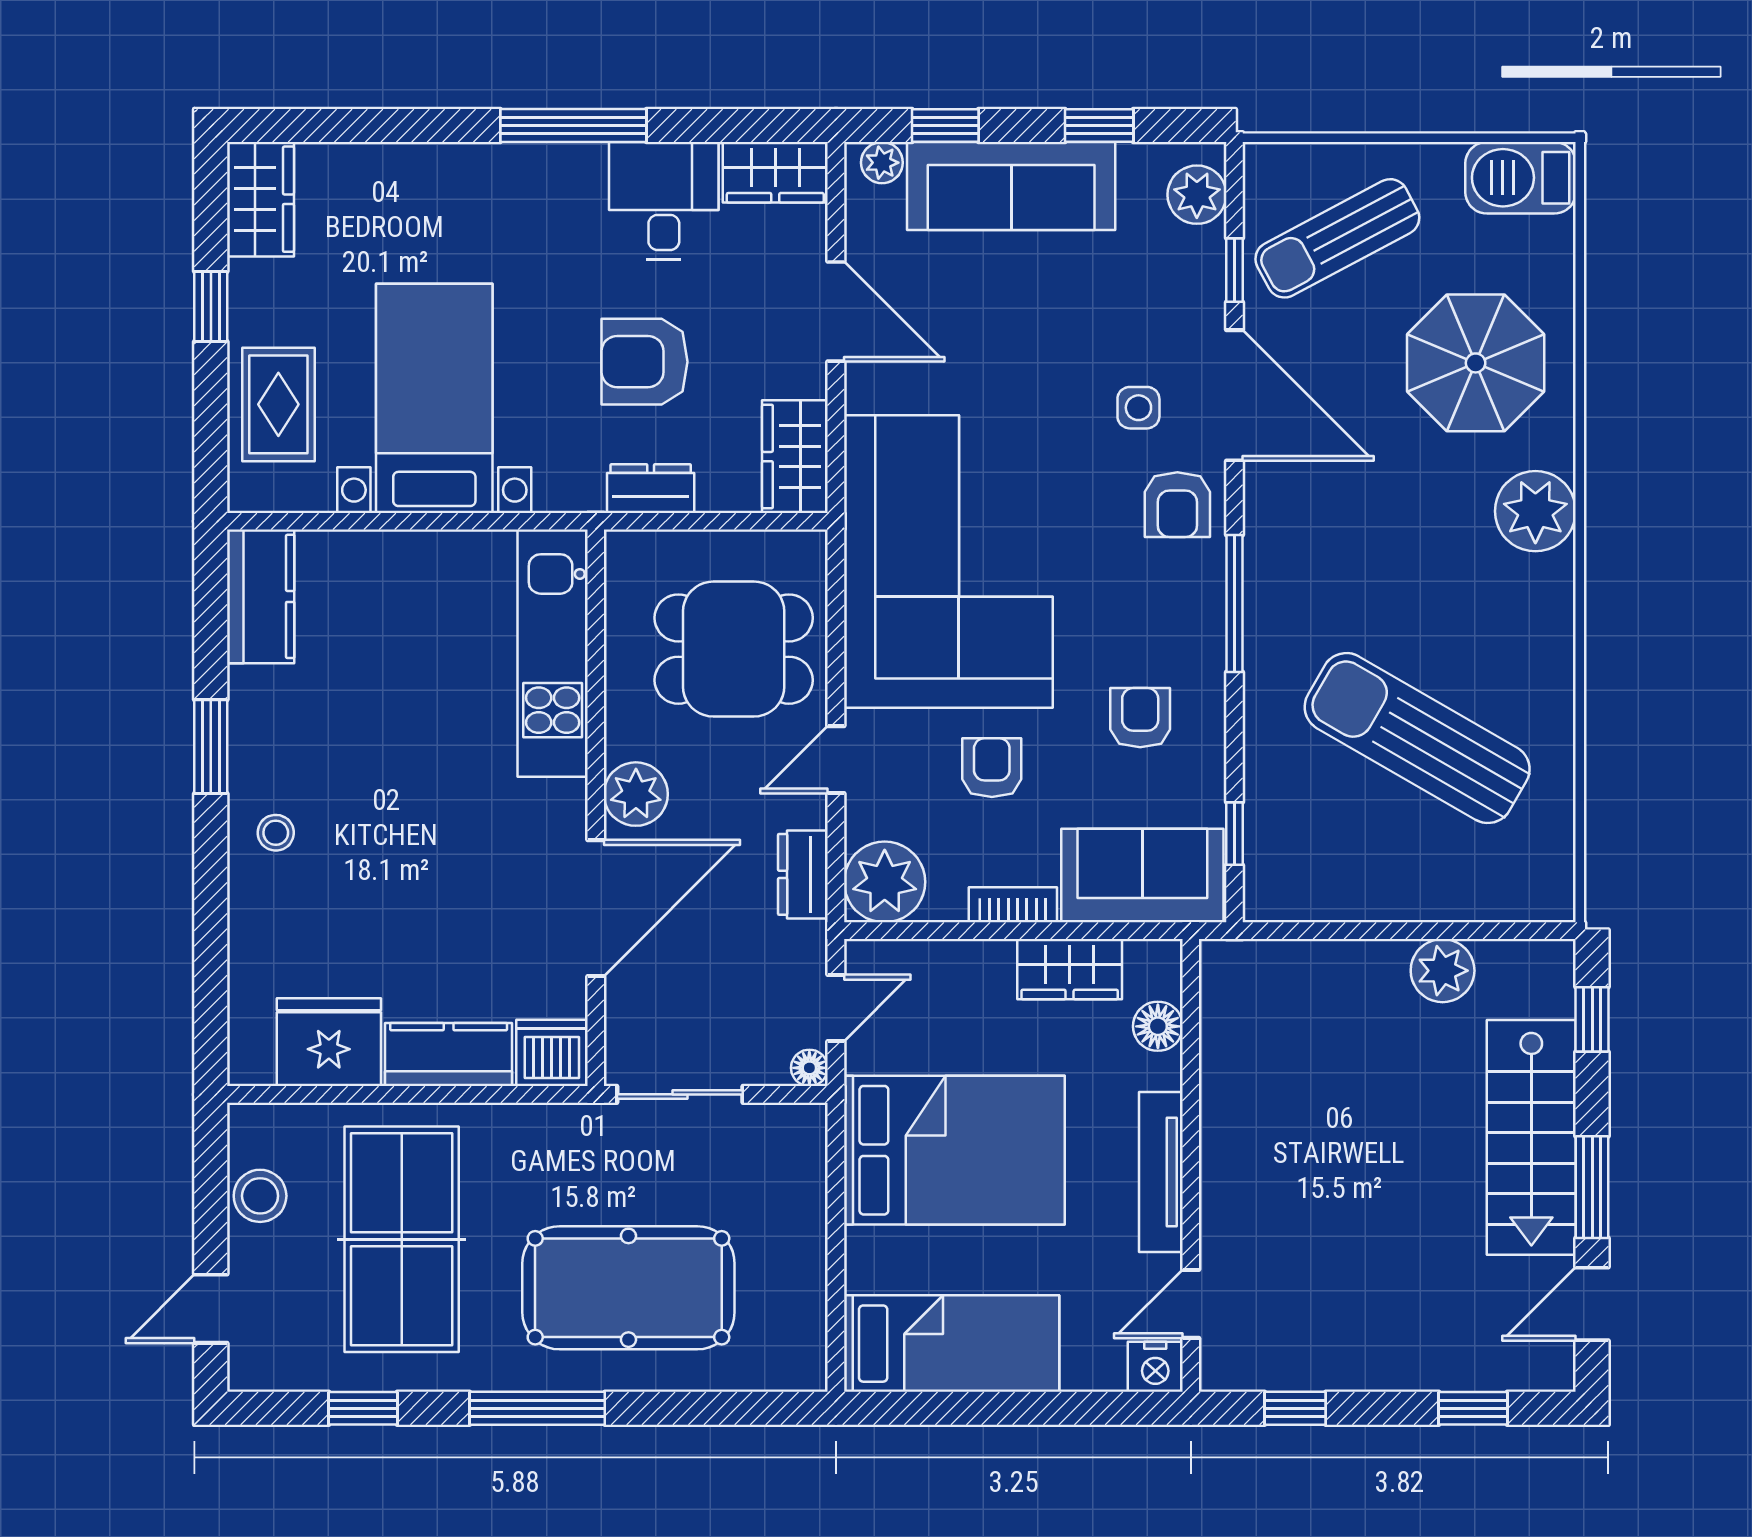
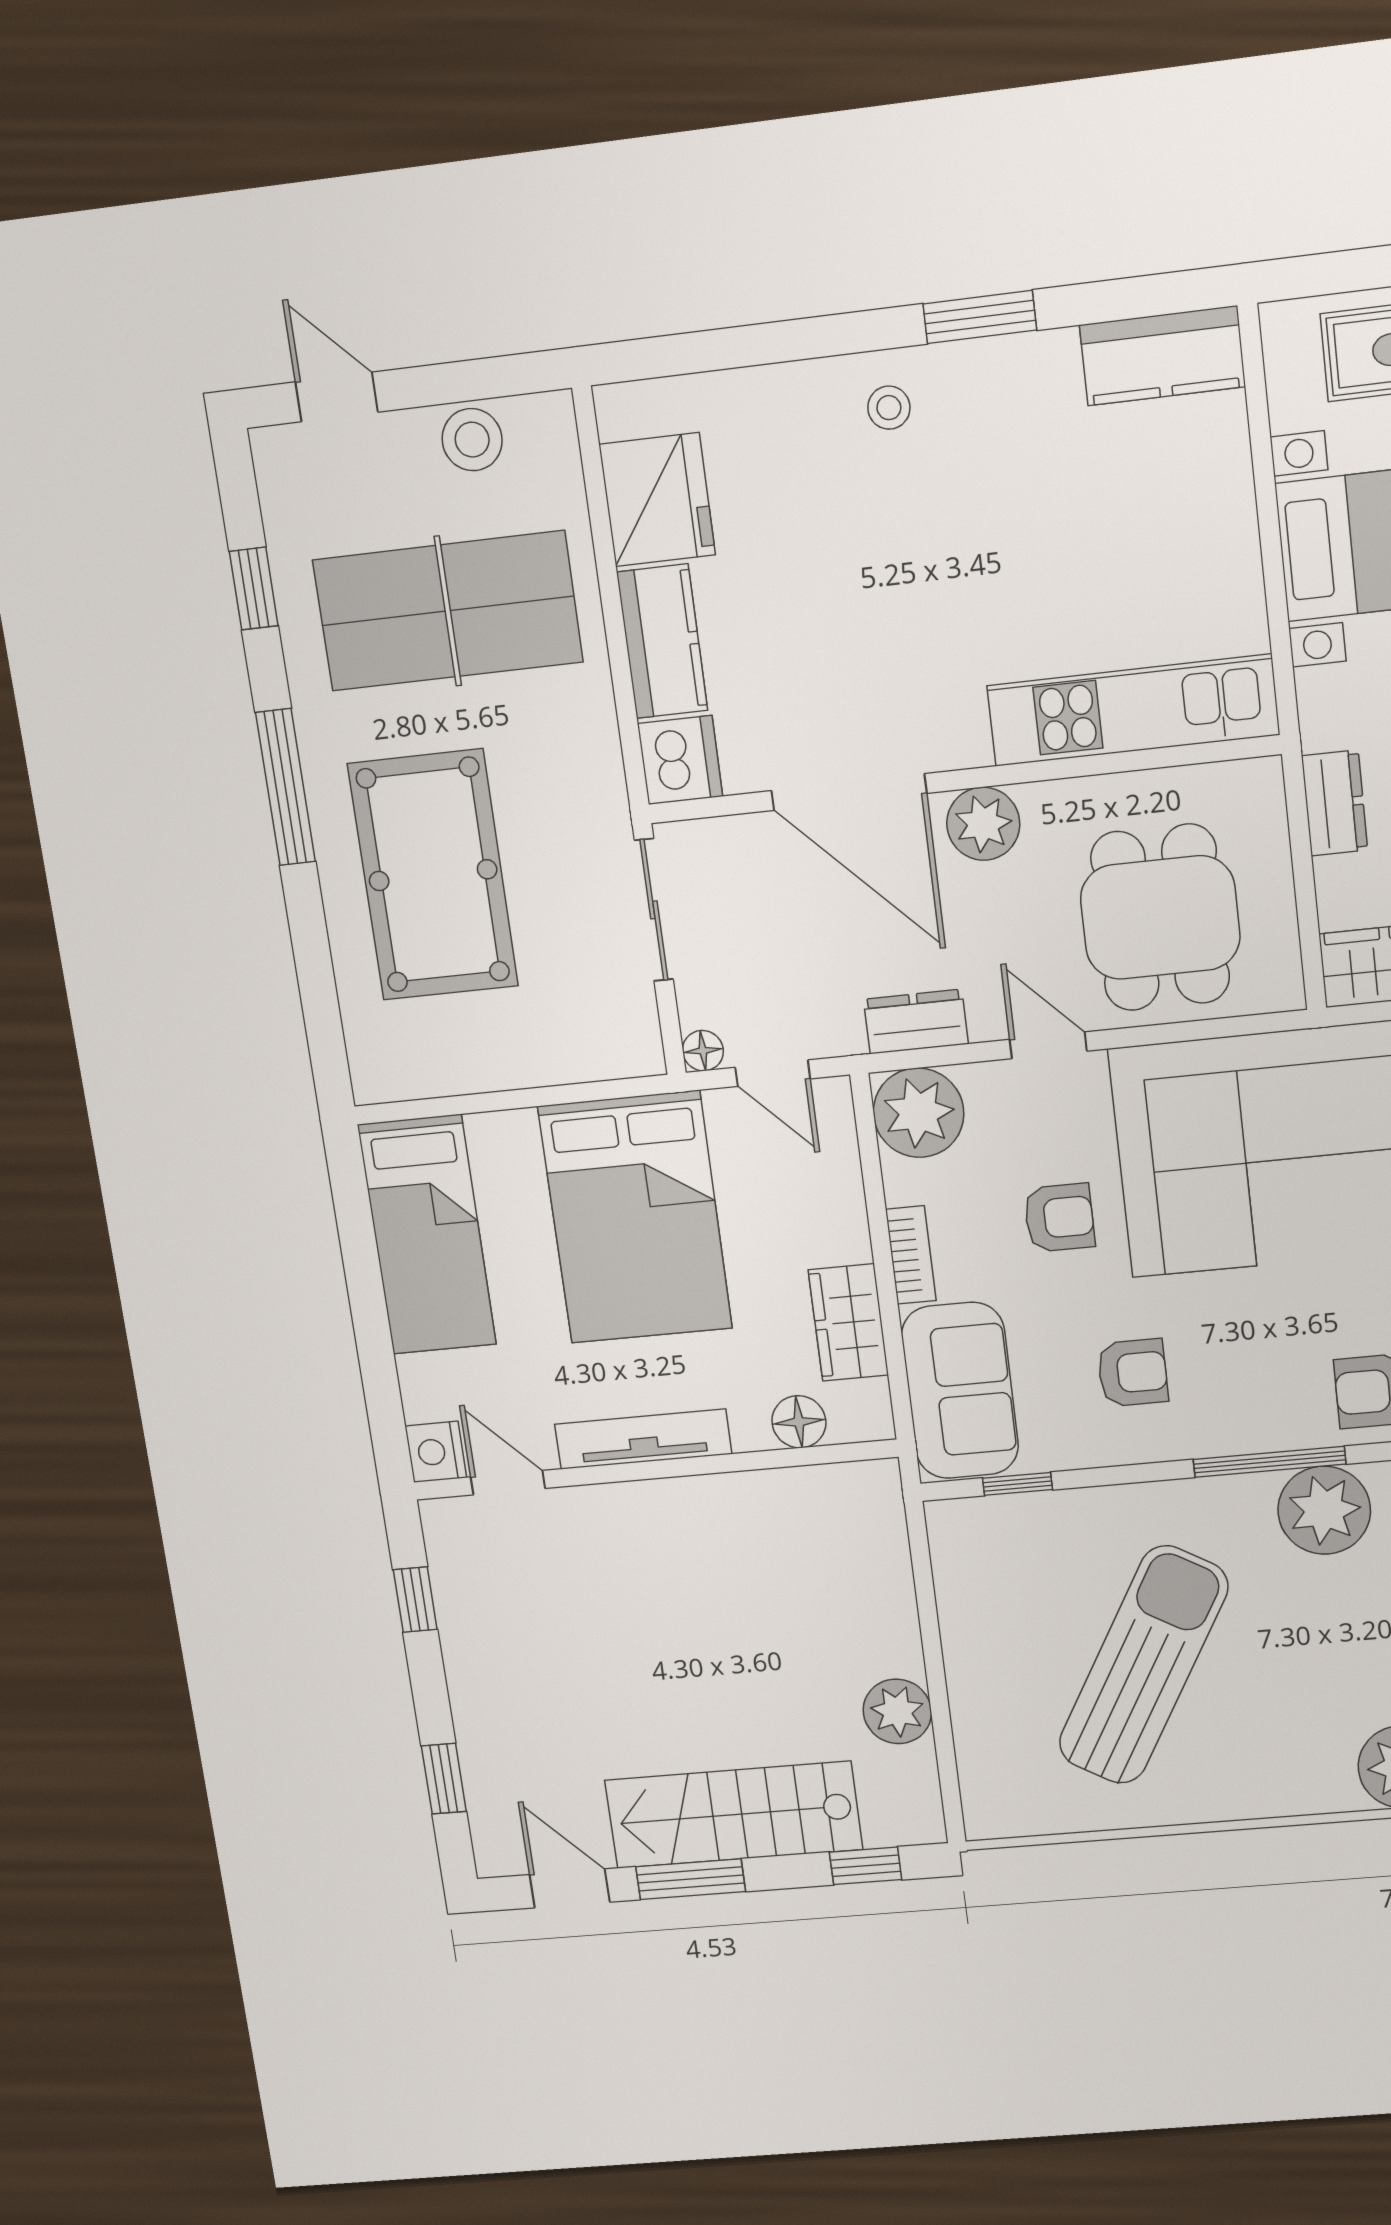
plant: (1284, 559) -> (1324, 1510), added

